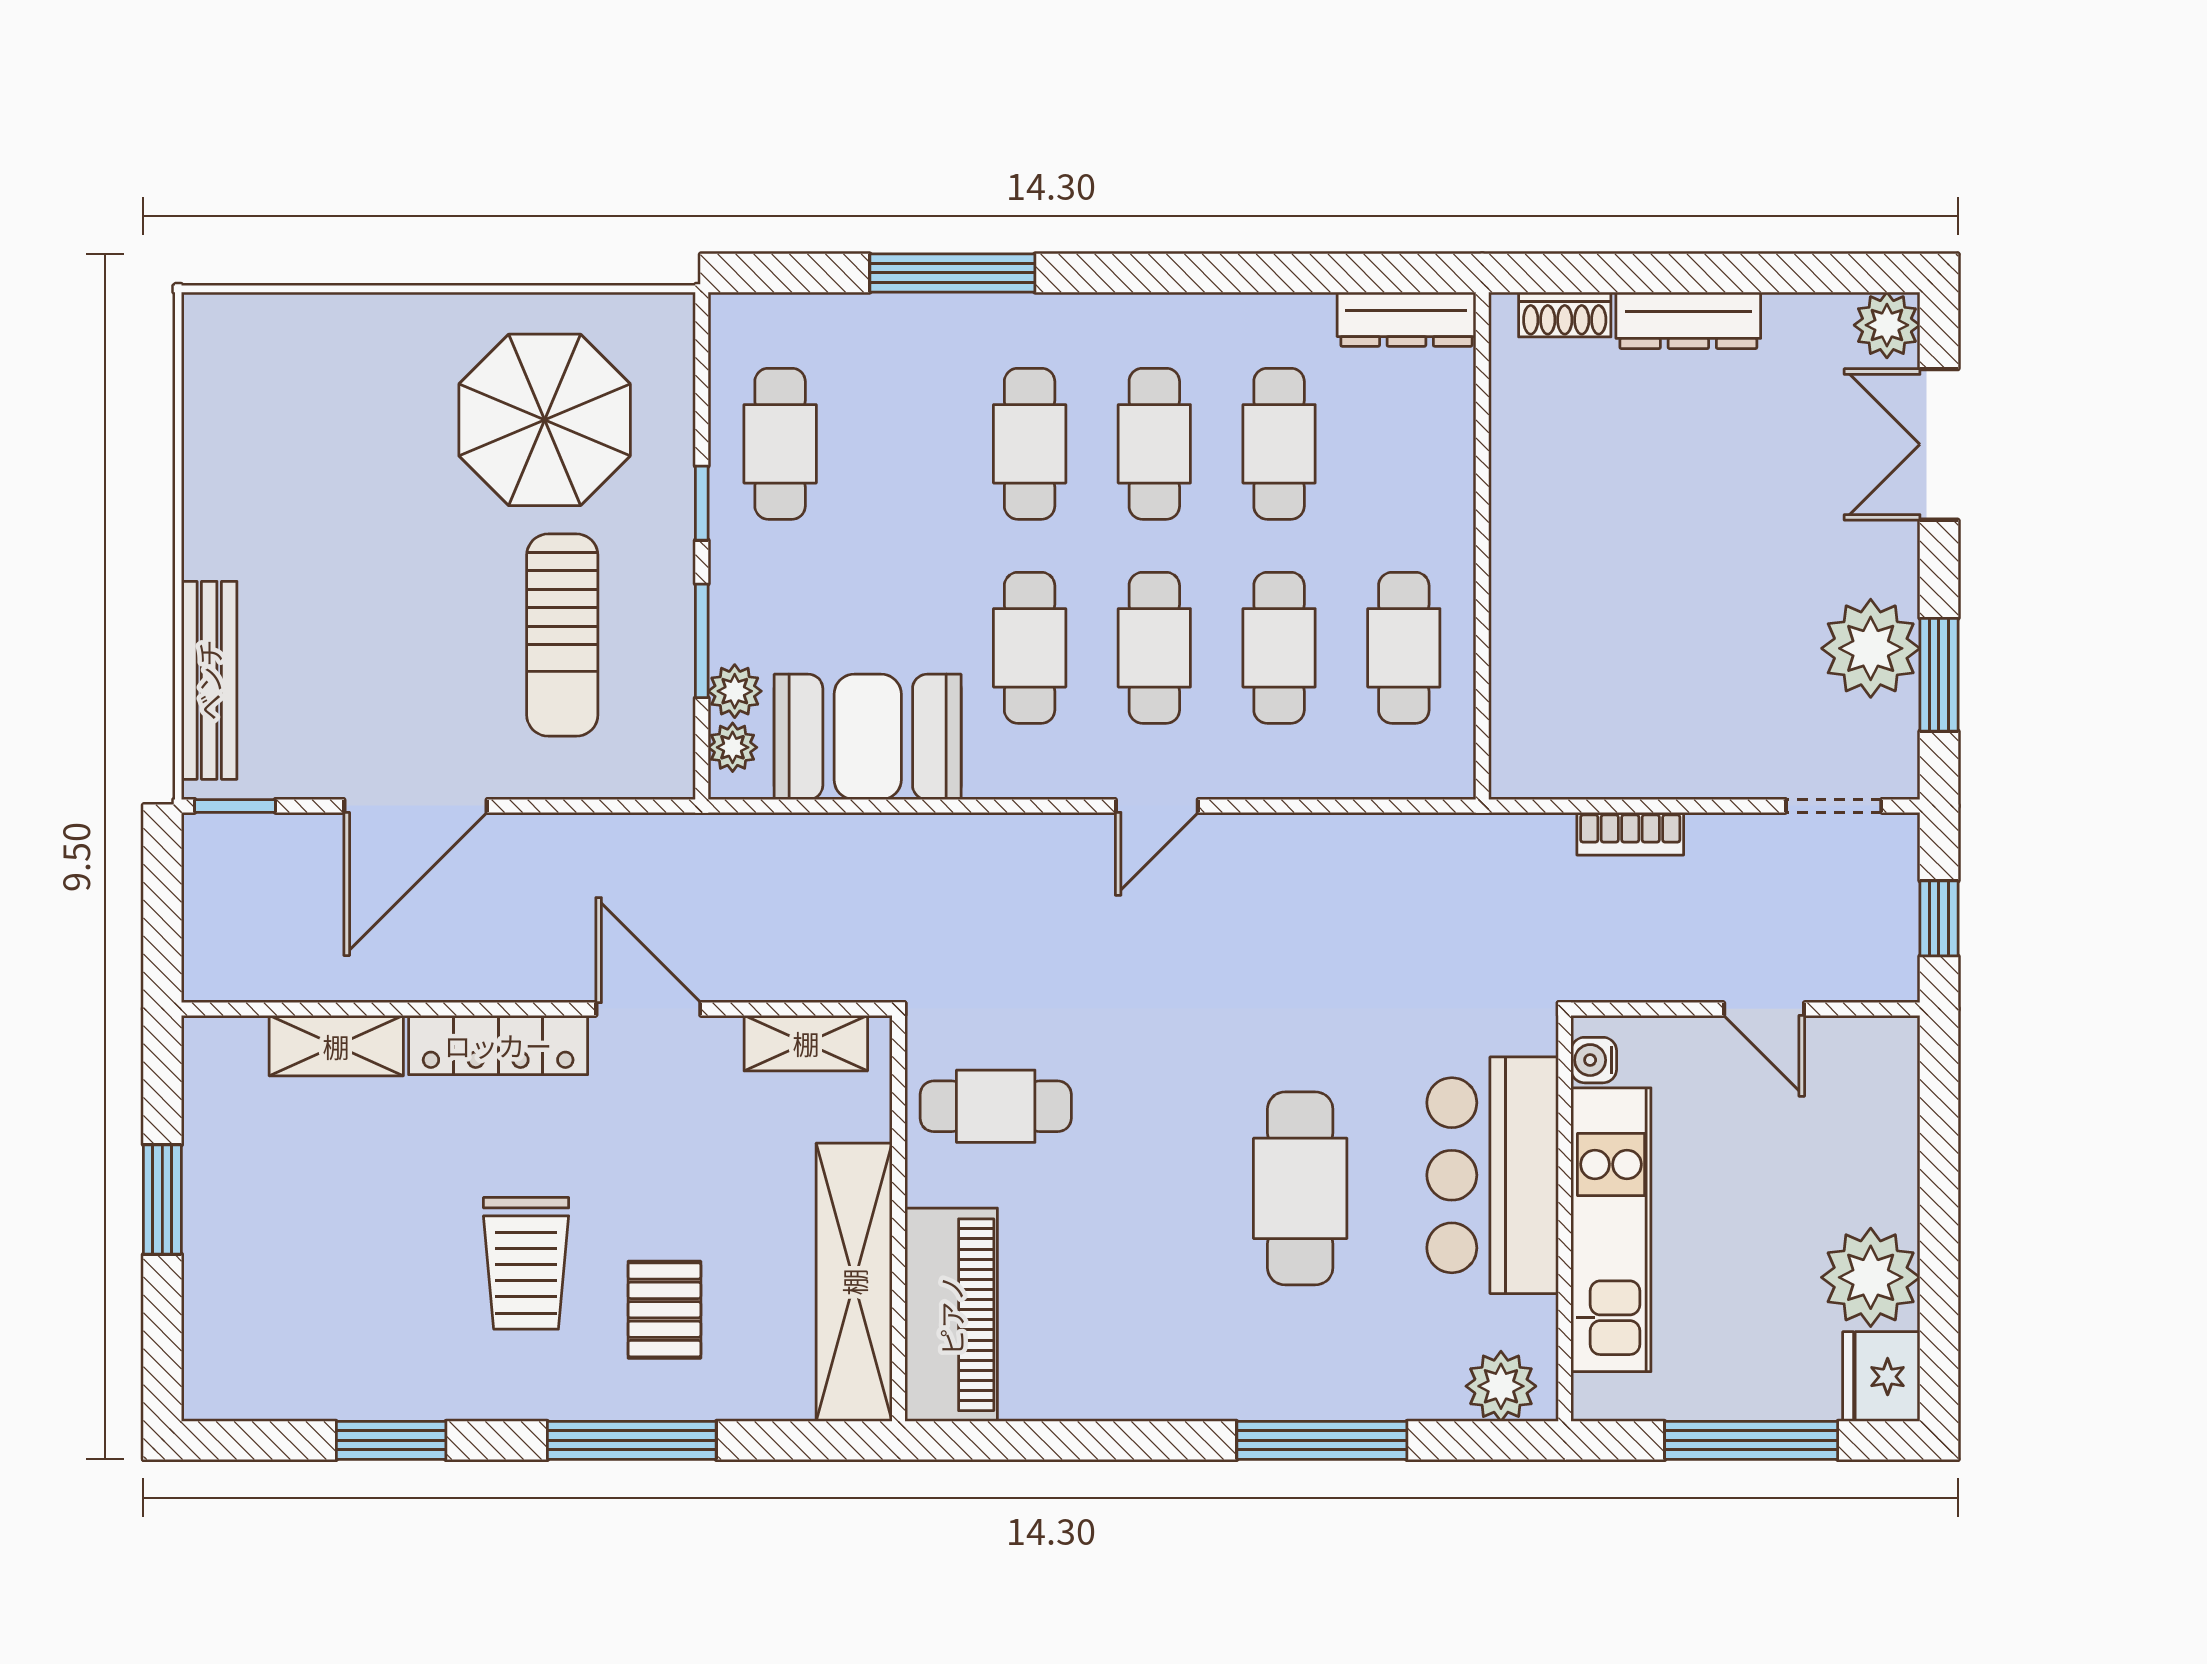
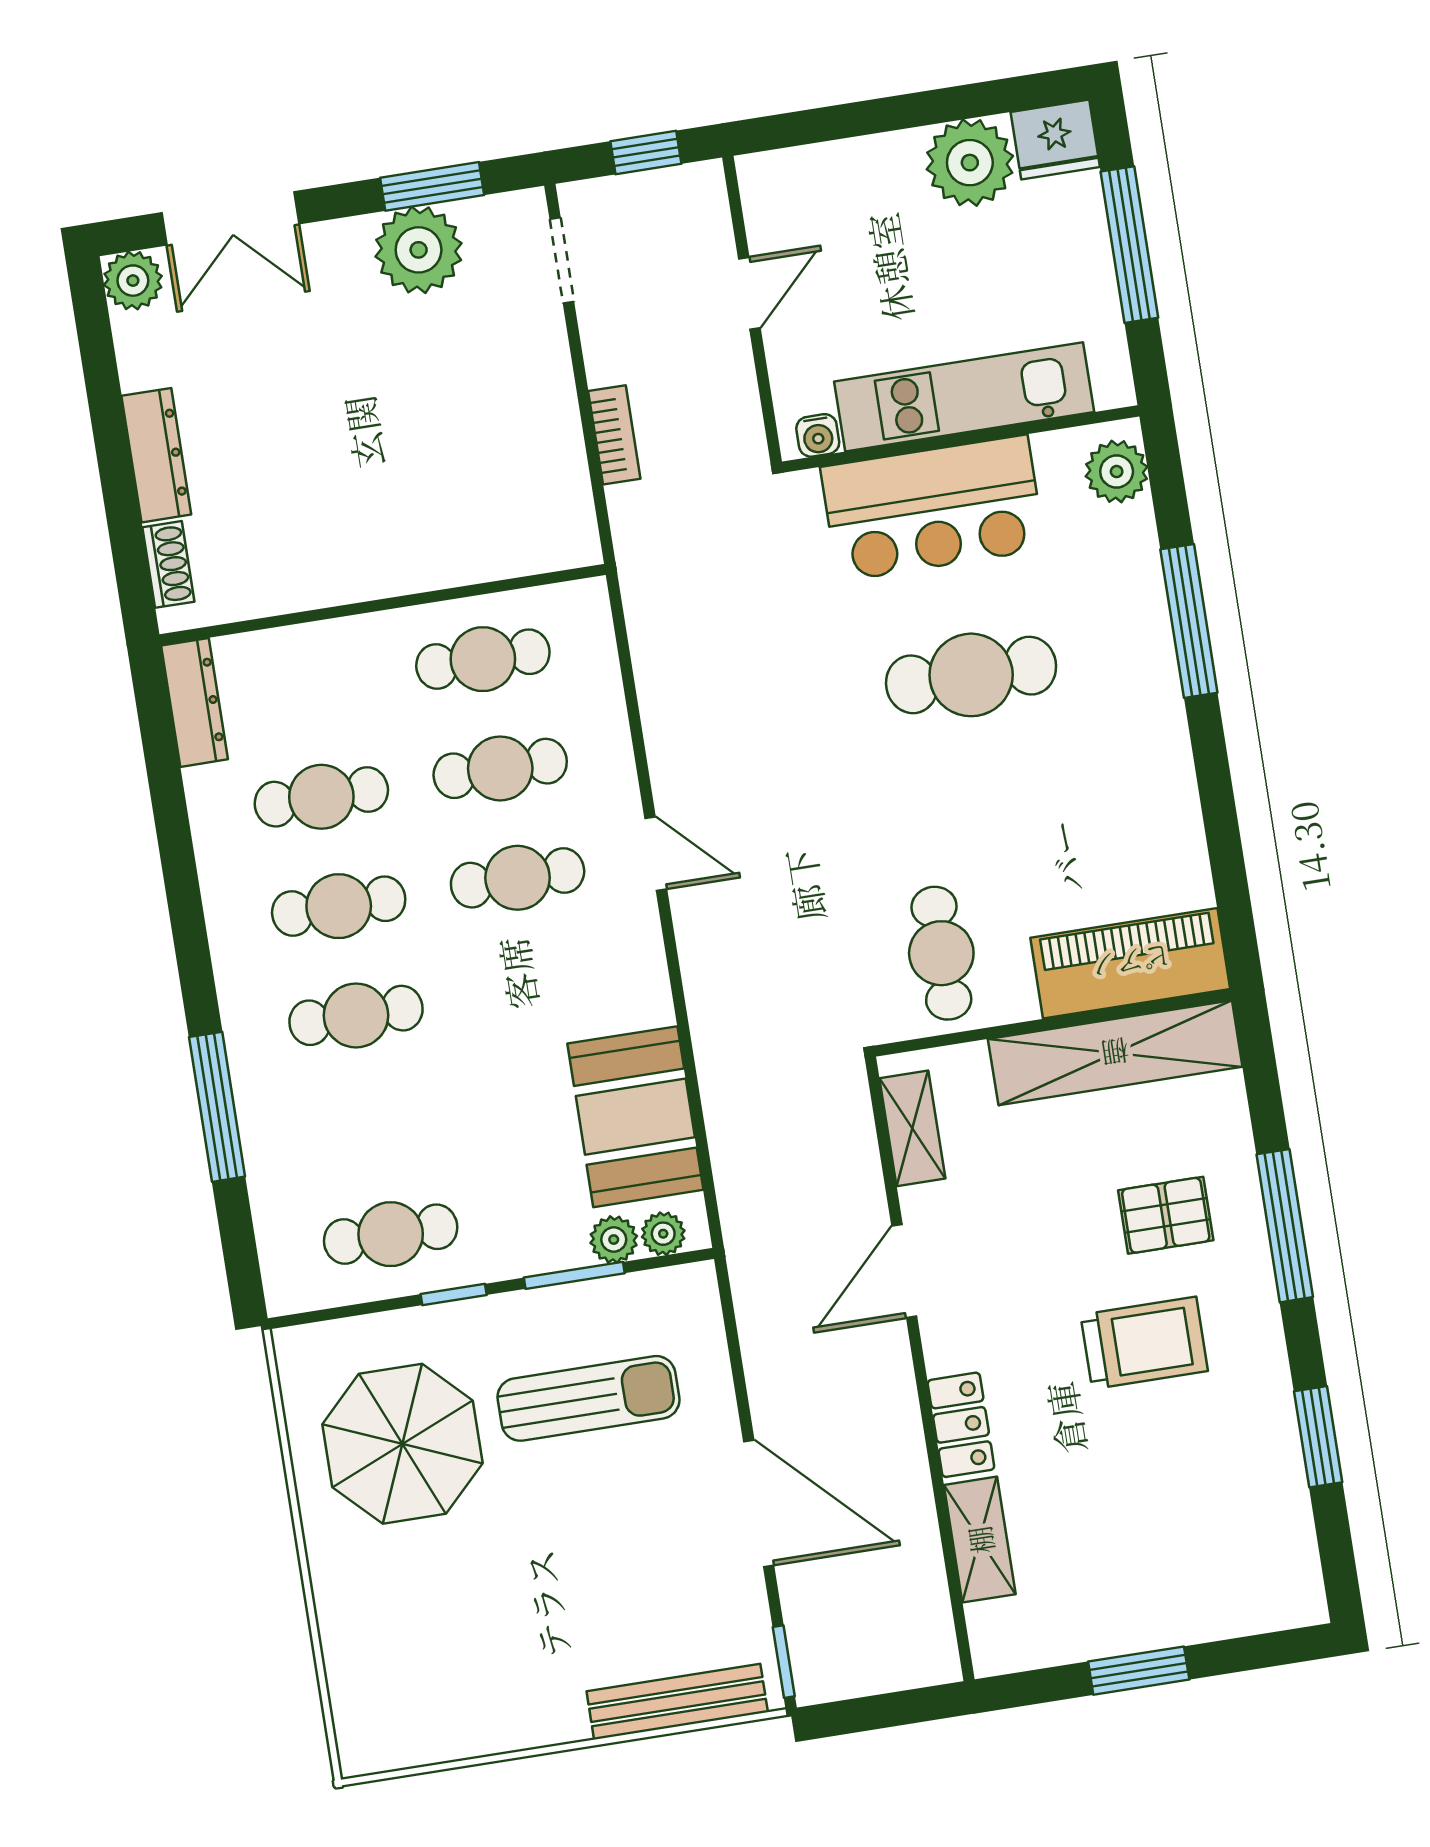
cafe table: (1030, 648) -> (535, 987), removed
locker: (498, 1045) -> (961, 1425), width x0.66

